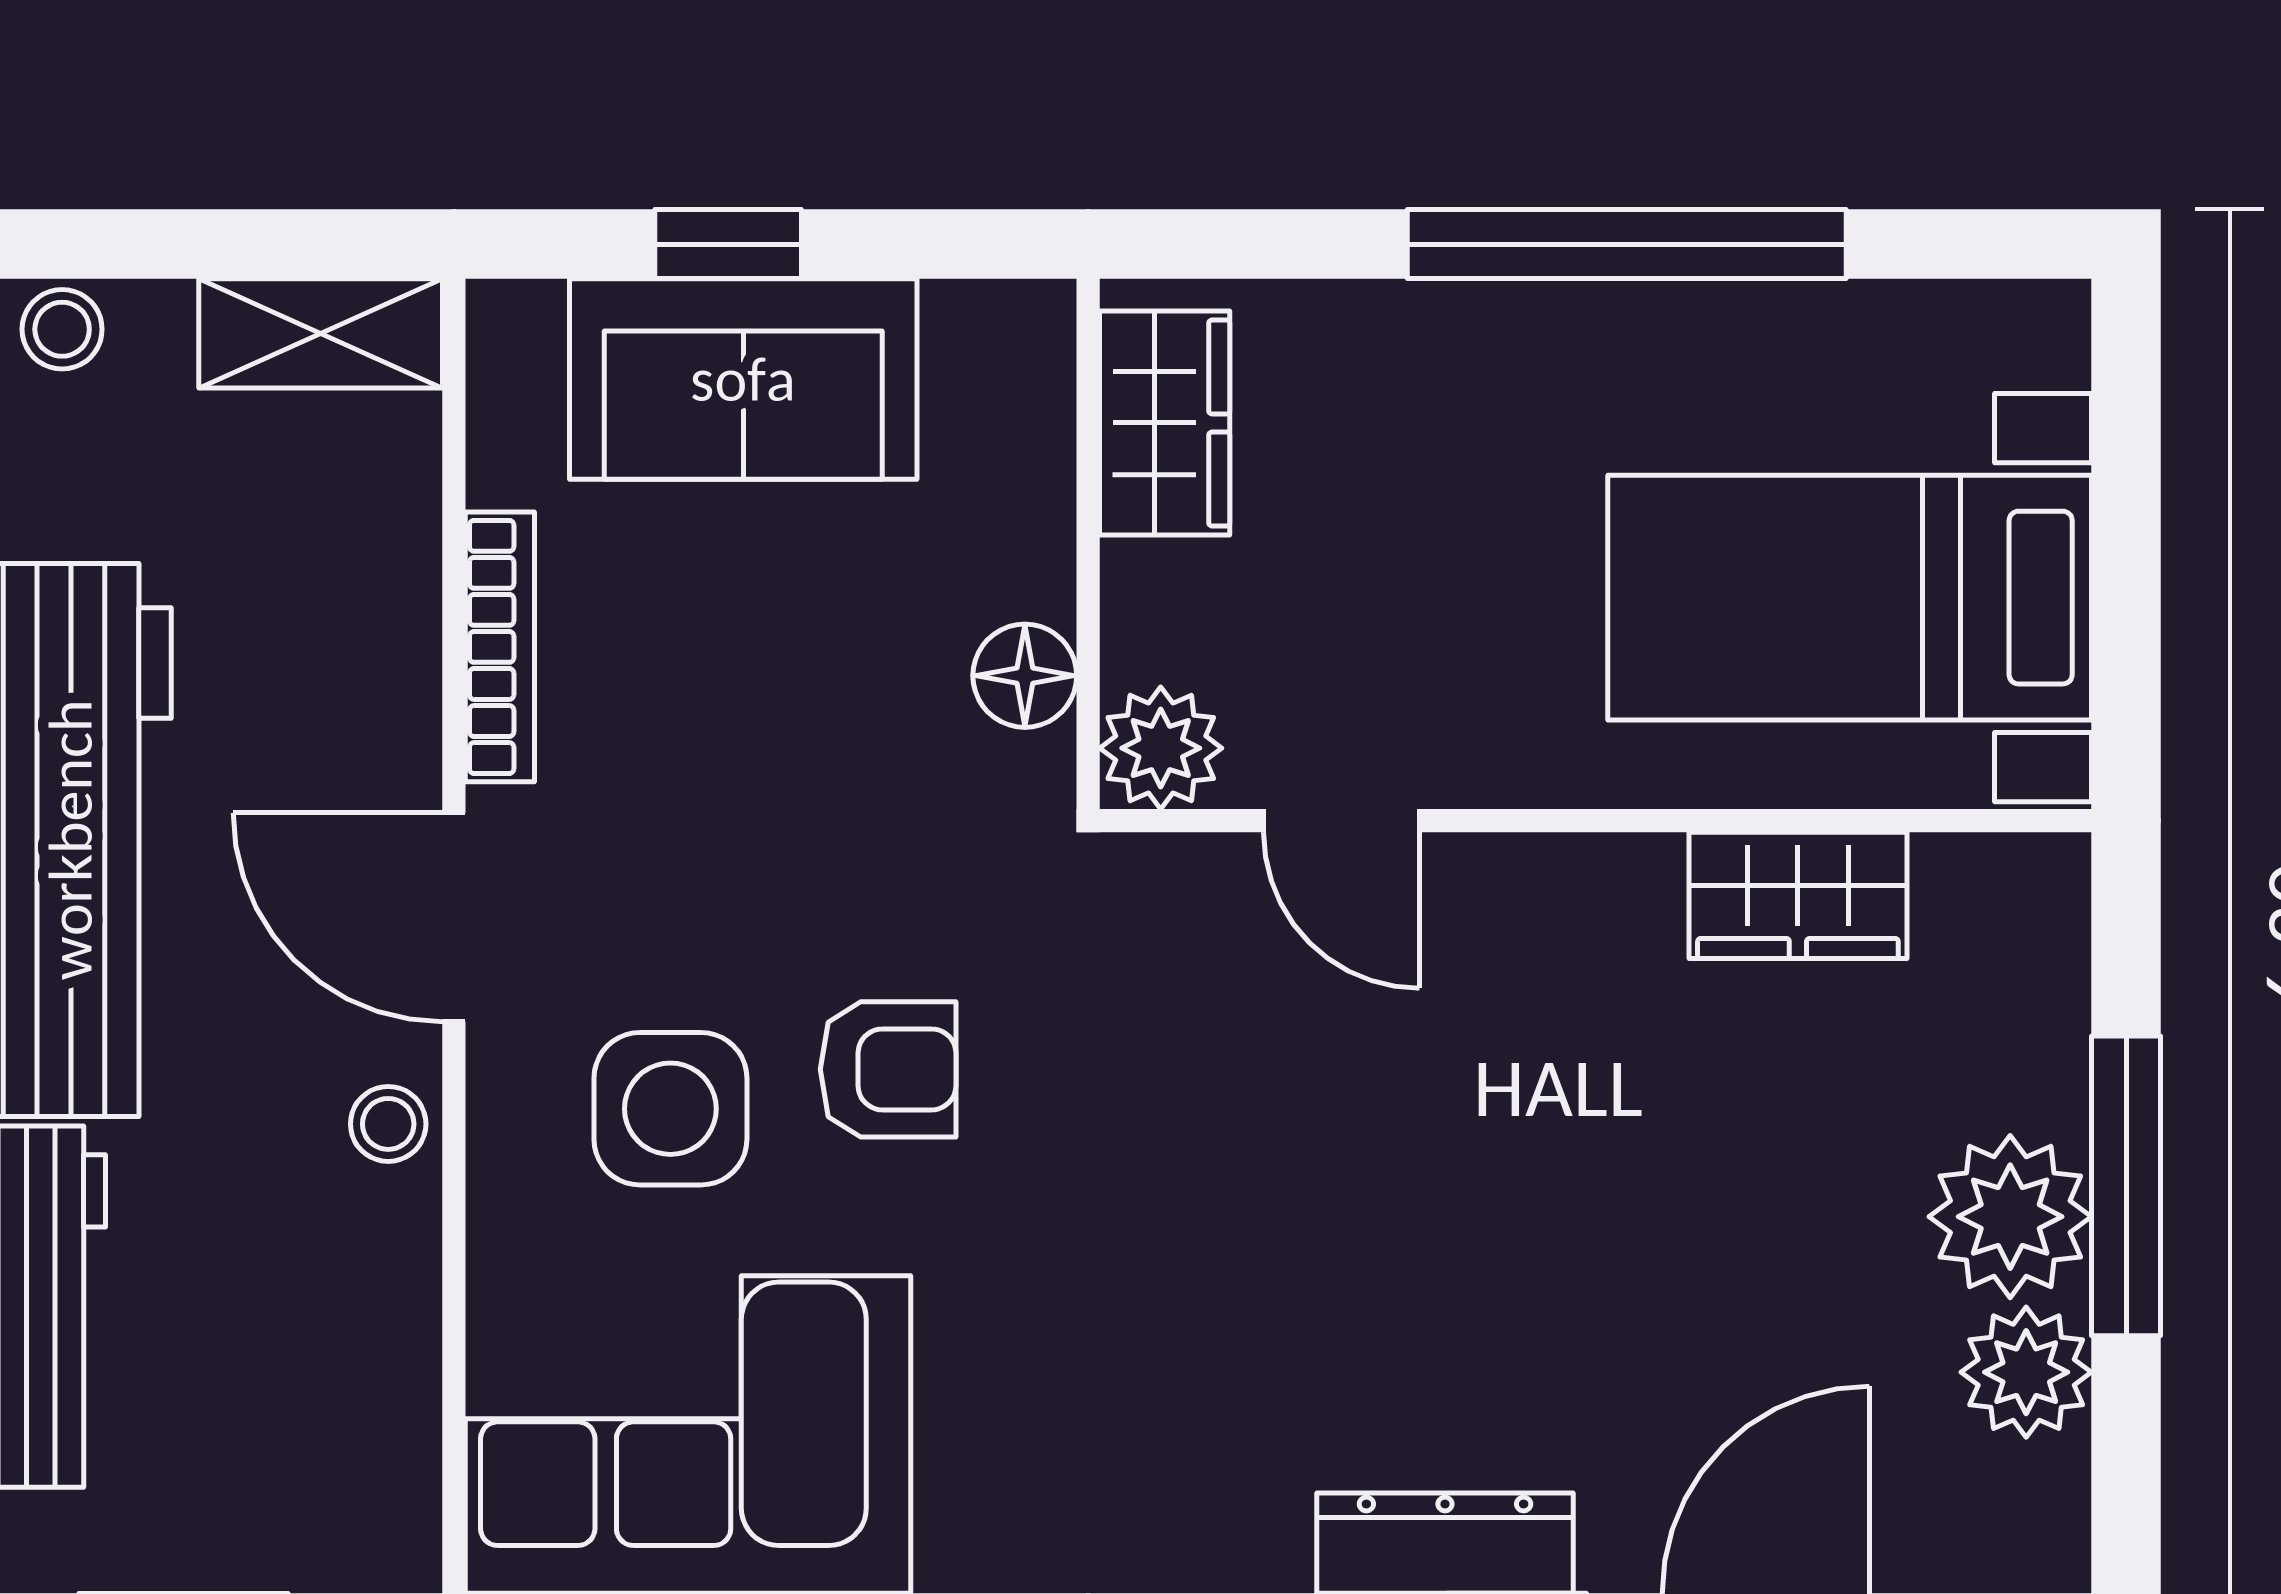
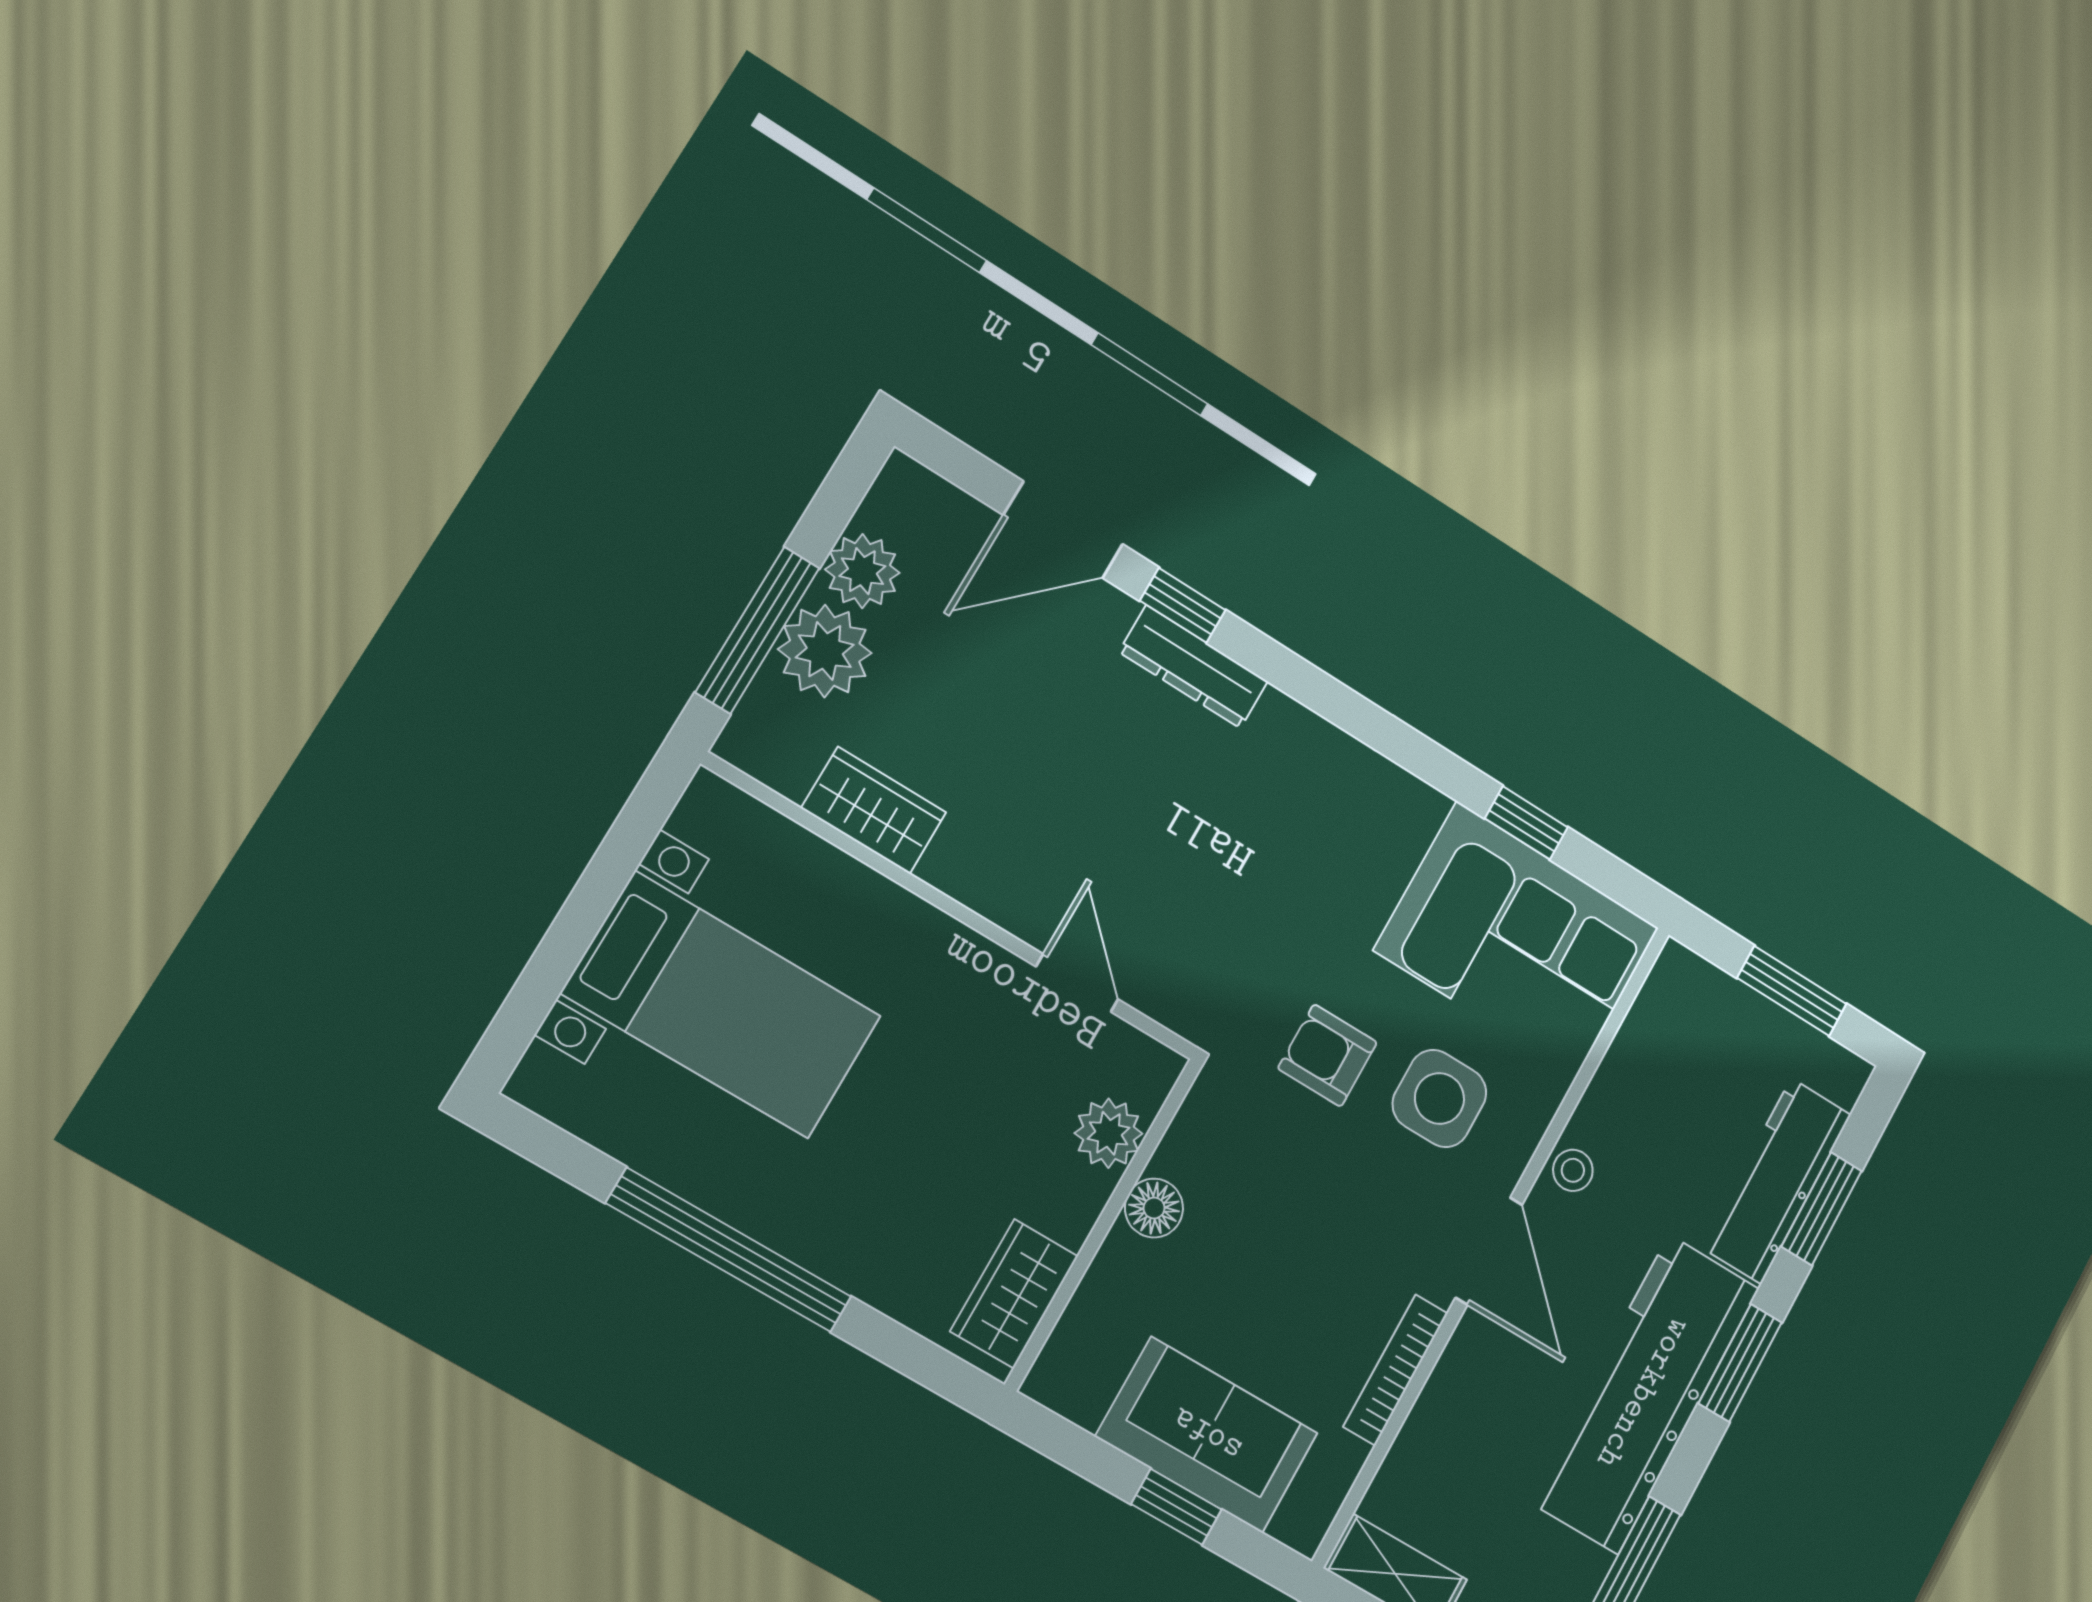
door: (1341, 821) -> (1077, 983), moved
wall: (1596, 821) -> (953, 908), moved
wardrobe: (1798, 895) -> (874, 810), moved

